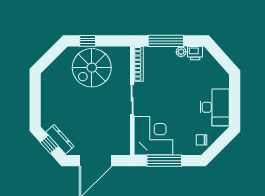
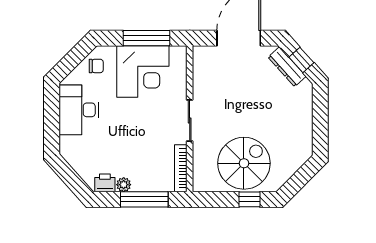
corner desk: (153, 136) -> (143, 72), moved, turned -90

